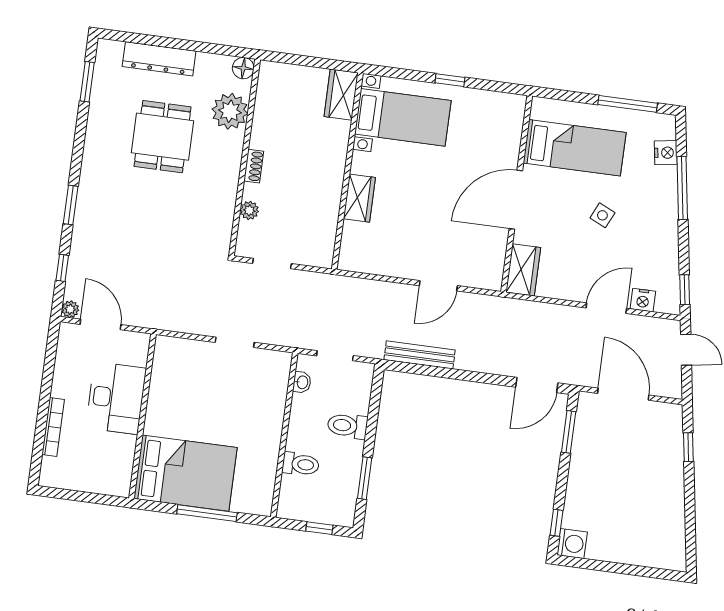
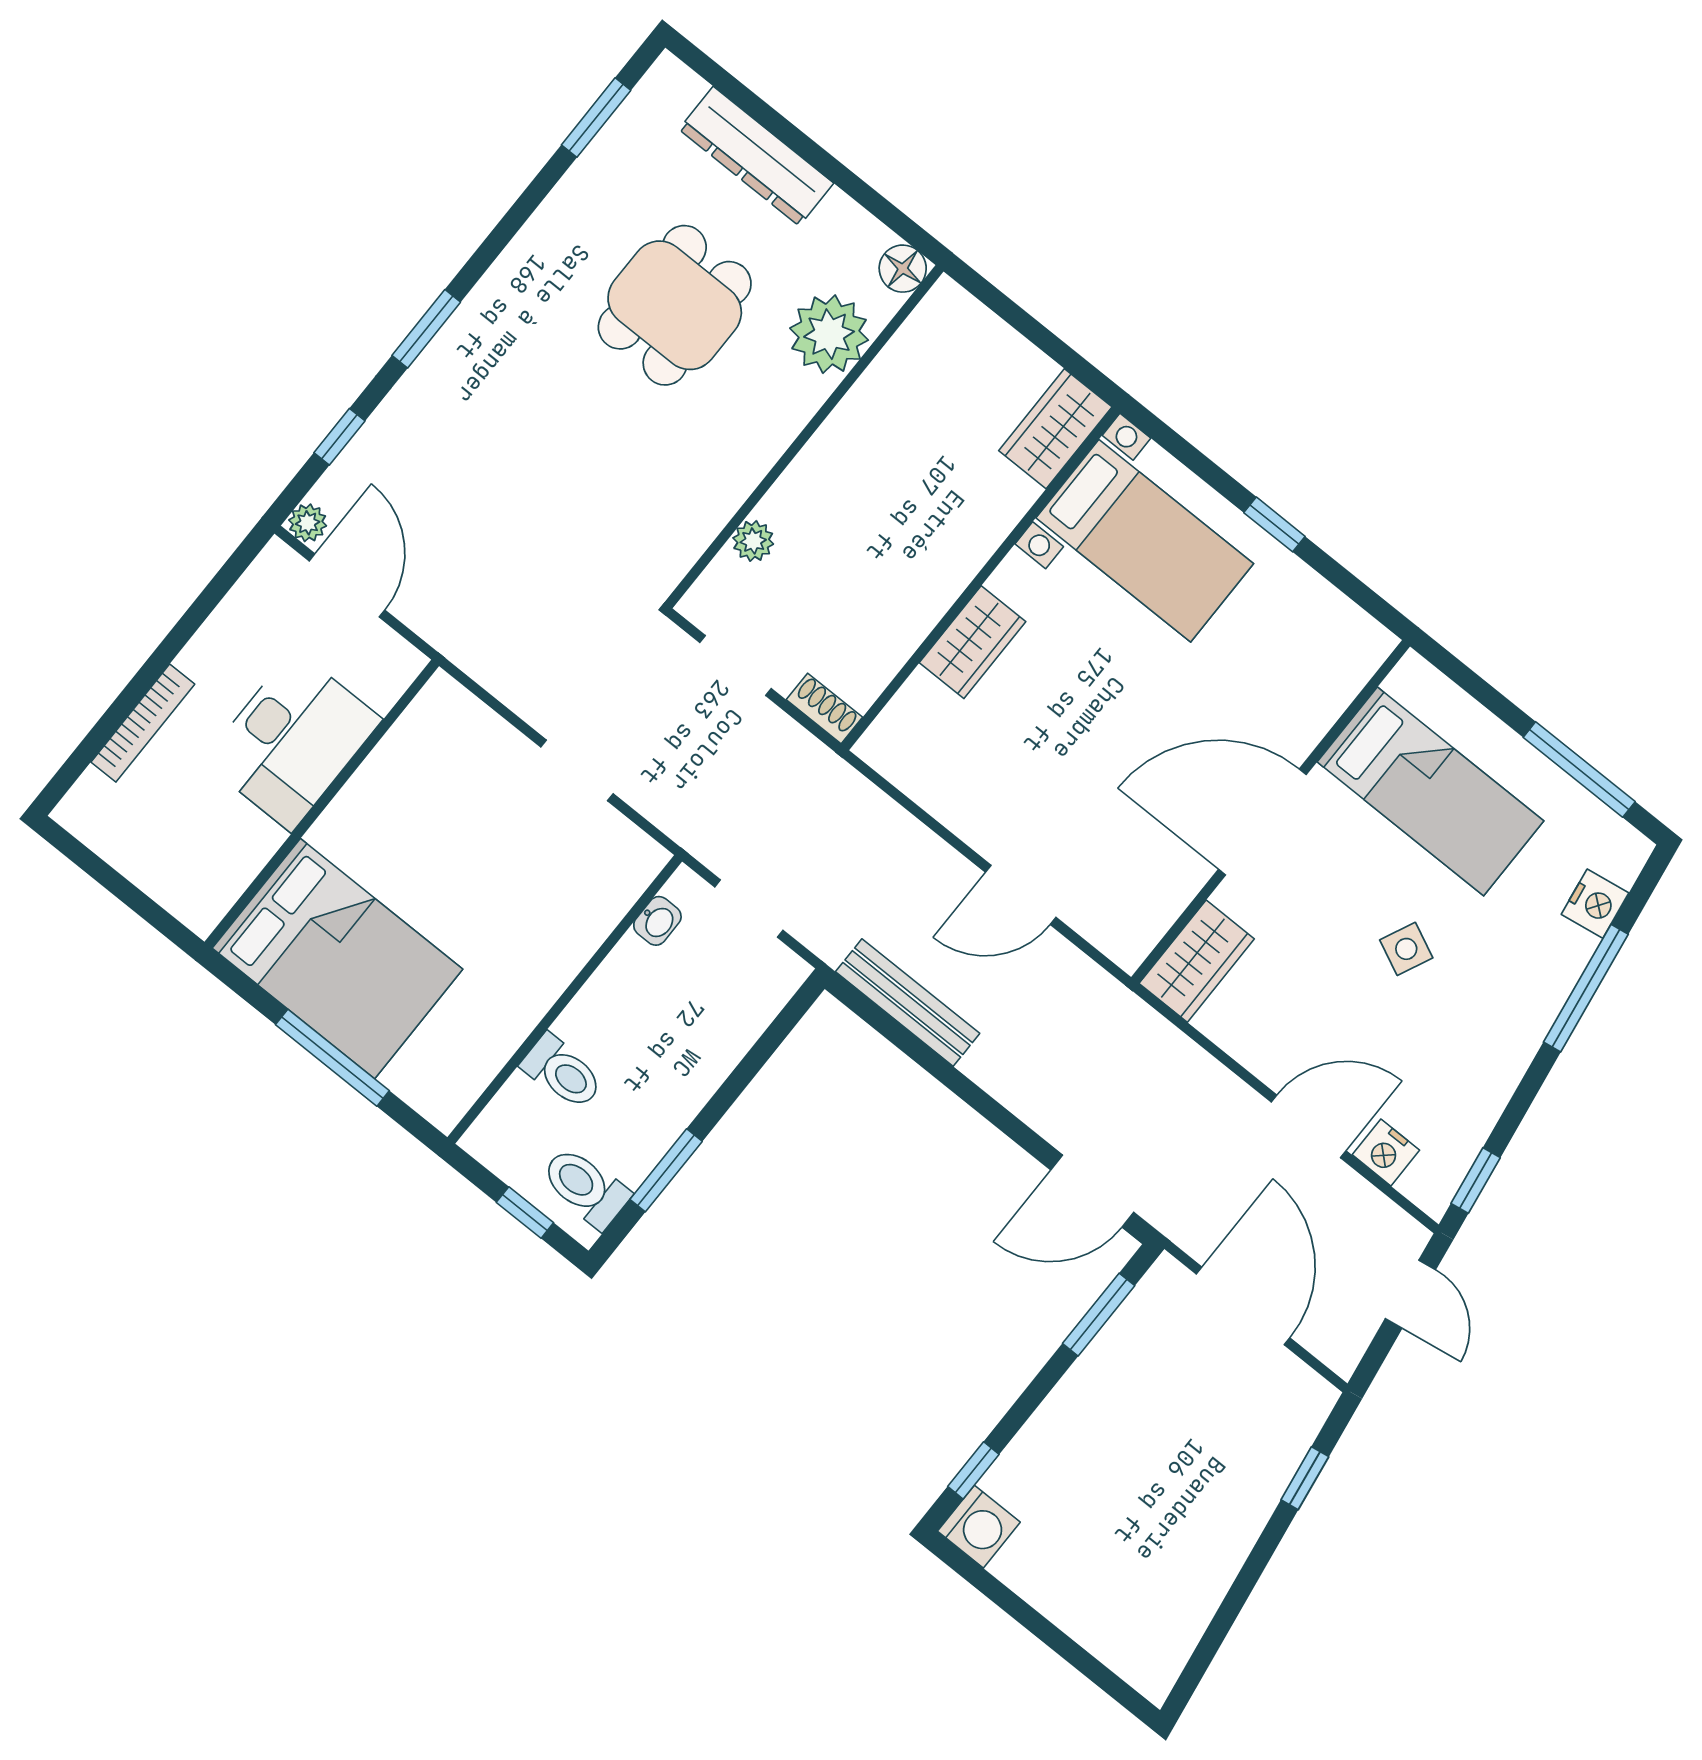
shoe rack: (254, 166) -> (824, 708), moved, turned -90
toilet: (347, 426) -> (585, 1187), moved

